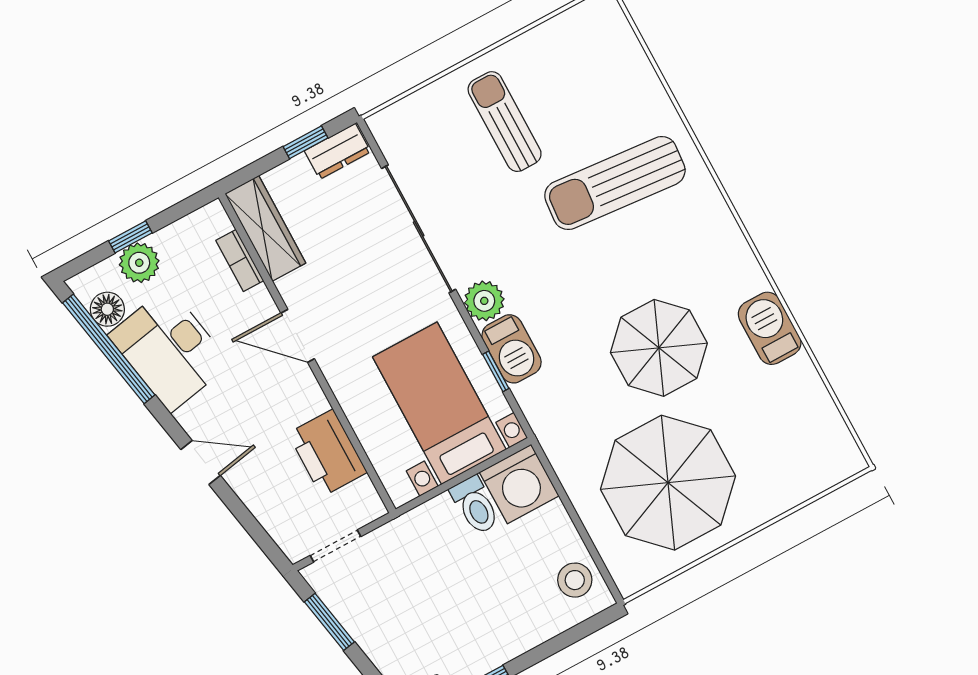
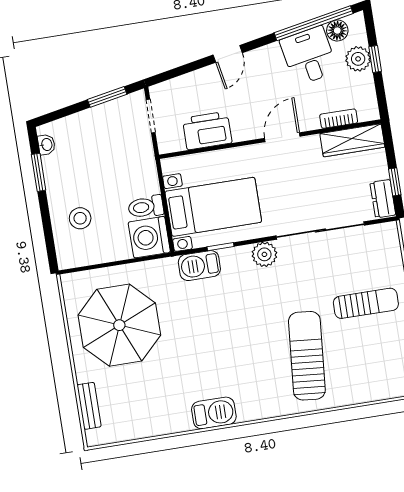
barbecue: (770, 328) -> (214, 413), moved
parasol: (659, 348) -> (201, 348), removed
barbecue: (512, 349) -> (199, 266), moved
desk: (169, 350) -> (309, 56), width x0.73
bench: (806, 486) -> (89, 406), added
stool: (575, 580) -> (80, 218), moved

